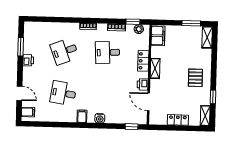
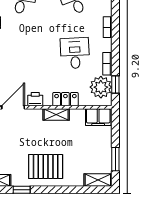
plant: (139, 29) -> (101, 87), width x1.88, depth x1.88
pallet: (195, 78) -> (46, 166), width x1.50, depth x1.42

